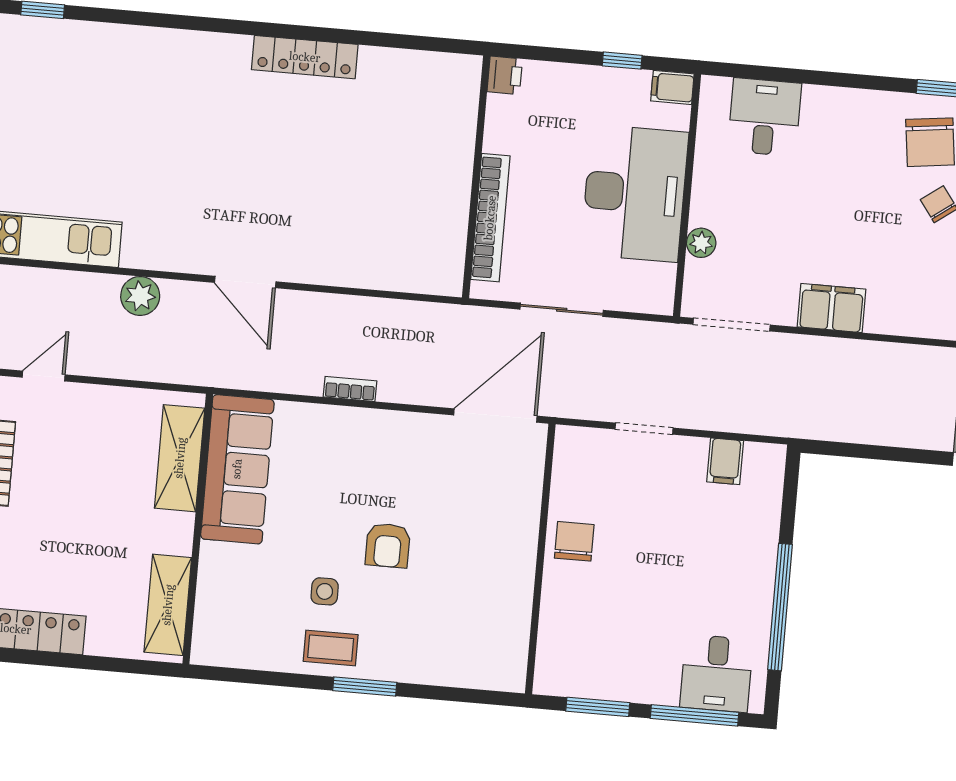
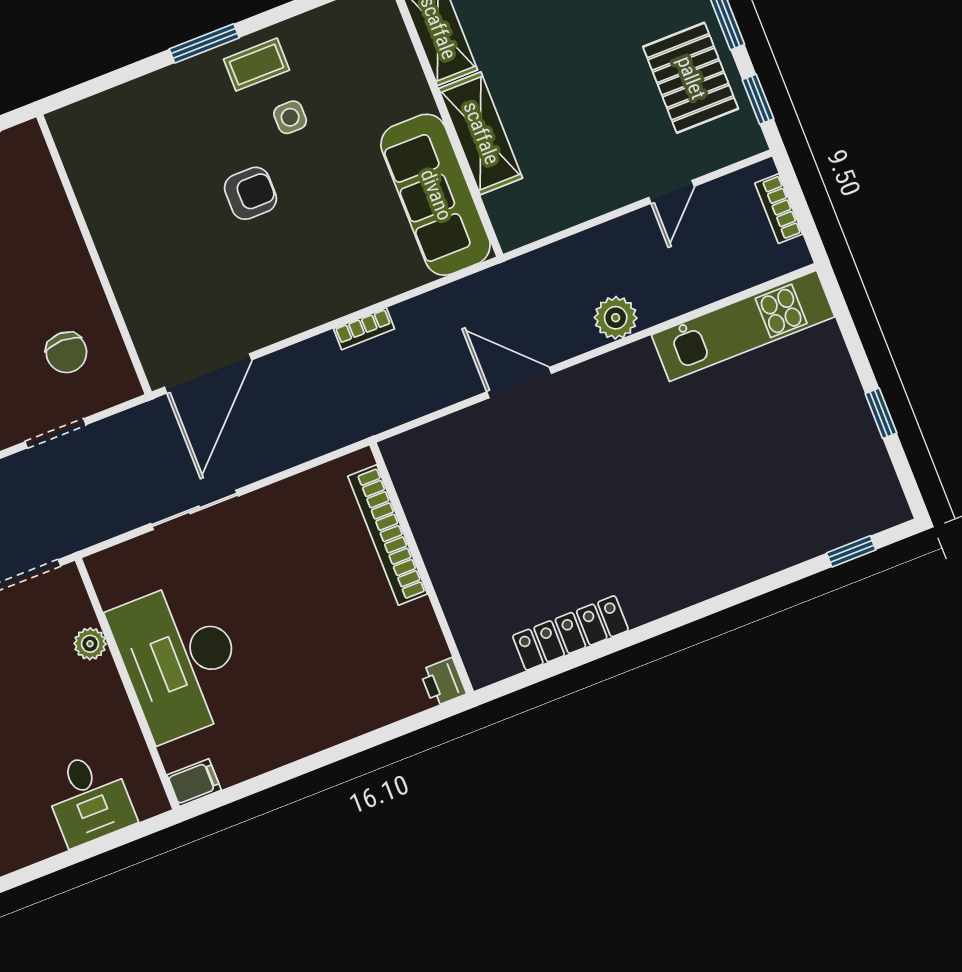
window: (622, 61) -> (257, 784), removed
printer: (505, 75) -> (443, 682), moved
wall: (476, 177) -> (422, 568), moved
bookcase: (490, 218) -> (388, 535), moved
shelving: (180, 458) -> (481, 133), moved
chair: (574, 541) -> (66, 352), moved
armchair: (388, 545) -> (250, 193), turned 90

